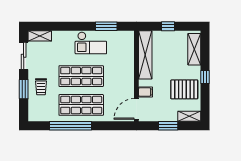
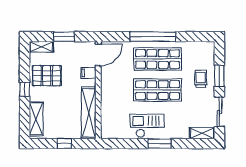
window: (106, 26) -> (160, 144), moved
window: (71, 126) -> (153, 37), moved

